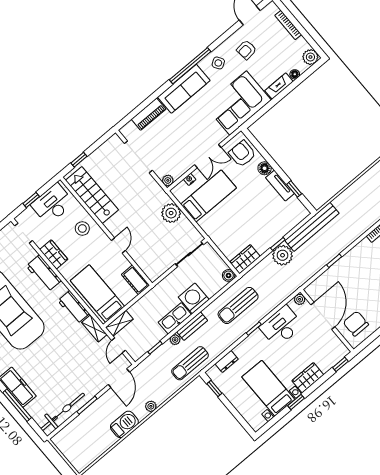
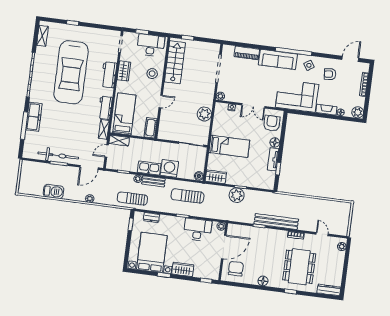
bed: (208, 196) -> (229, 146), moved
bench: (312, 227) -> (276, 221), moved
bed with nightstands: (268, 388) -> (152, 252), width x1.36
bicycle: (63, 412) -> (58, 156), moved
barbecue: (124, 424) -> (53, 191), moved

